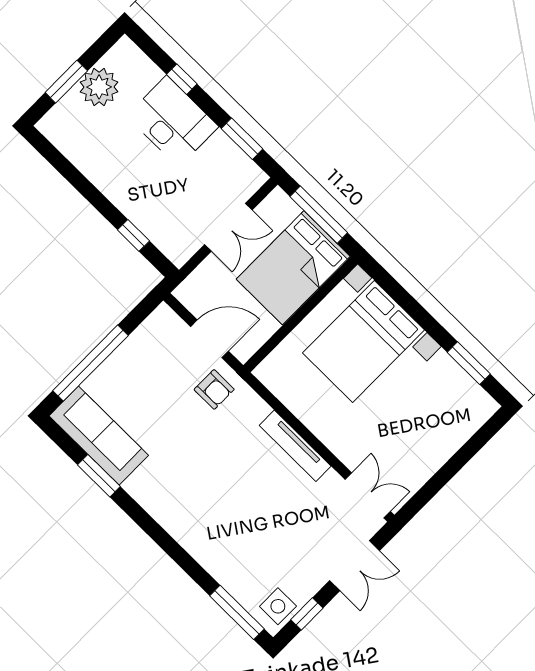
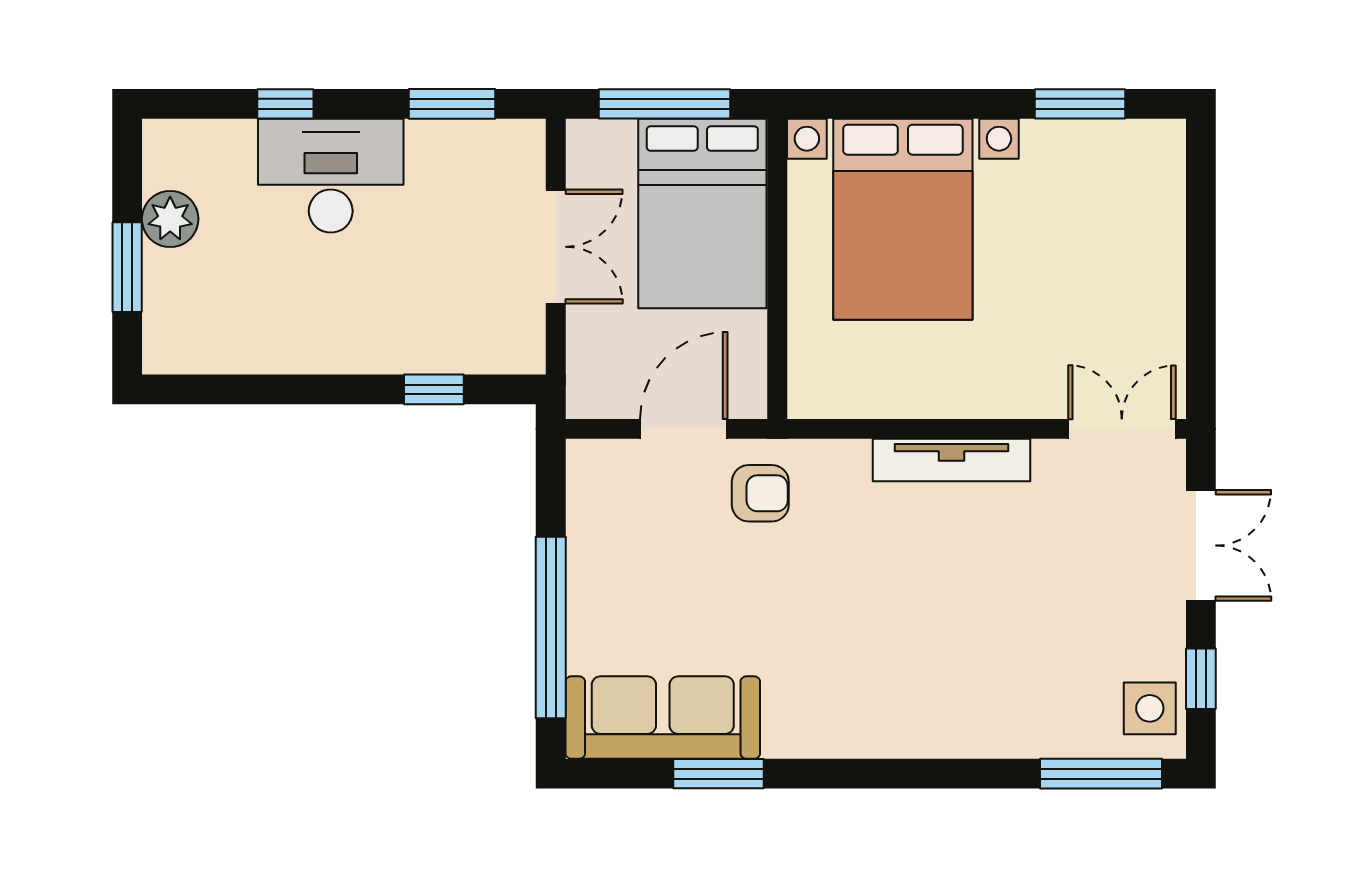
plant: (99, 87) -> (170, 219), width x0.73, depth x0.73

